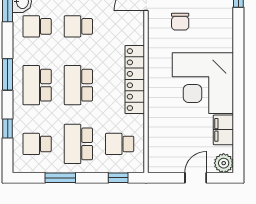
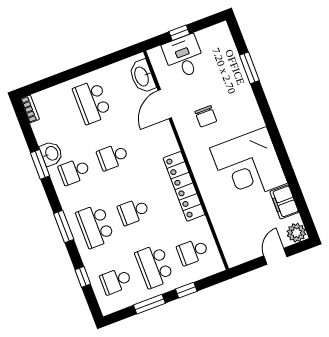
school desk: (78, 85) -> (134, 211), width x0.54
window: (118, 178) -> (186, 290), moved

